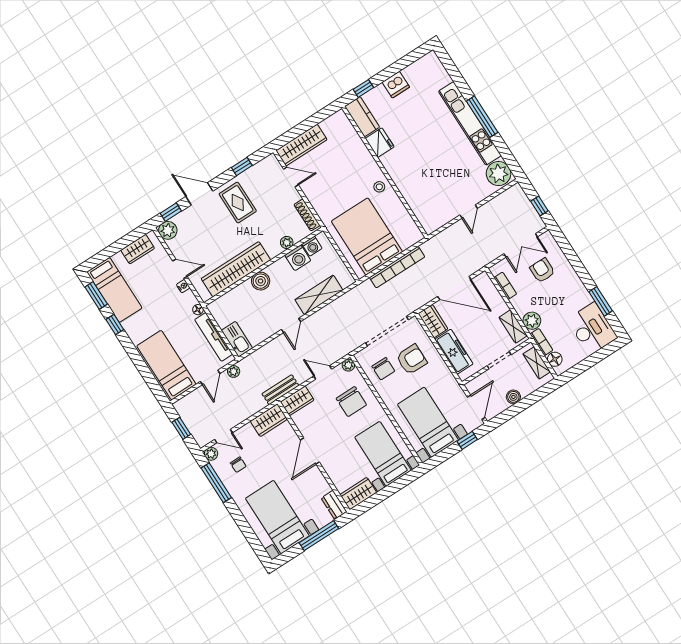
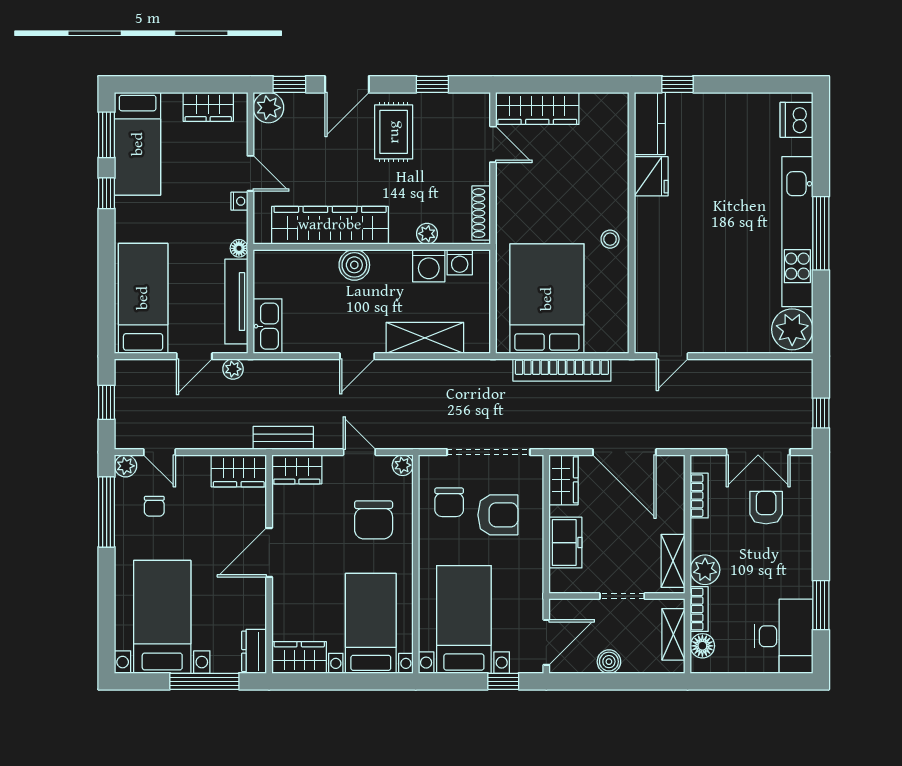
dishwasher: (396, 85) -> (797, 120), moved, turned 90
door: (199, 194) -> (347, 84), swing flipped
door: (469, 212) -> (672, 356), moved
freezer: (454, 352) -> (565, 543), width x0.71

